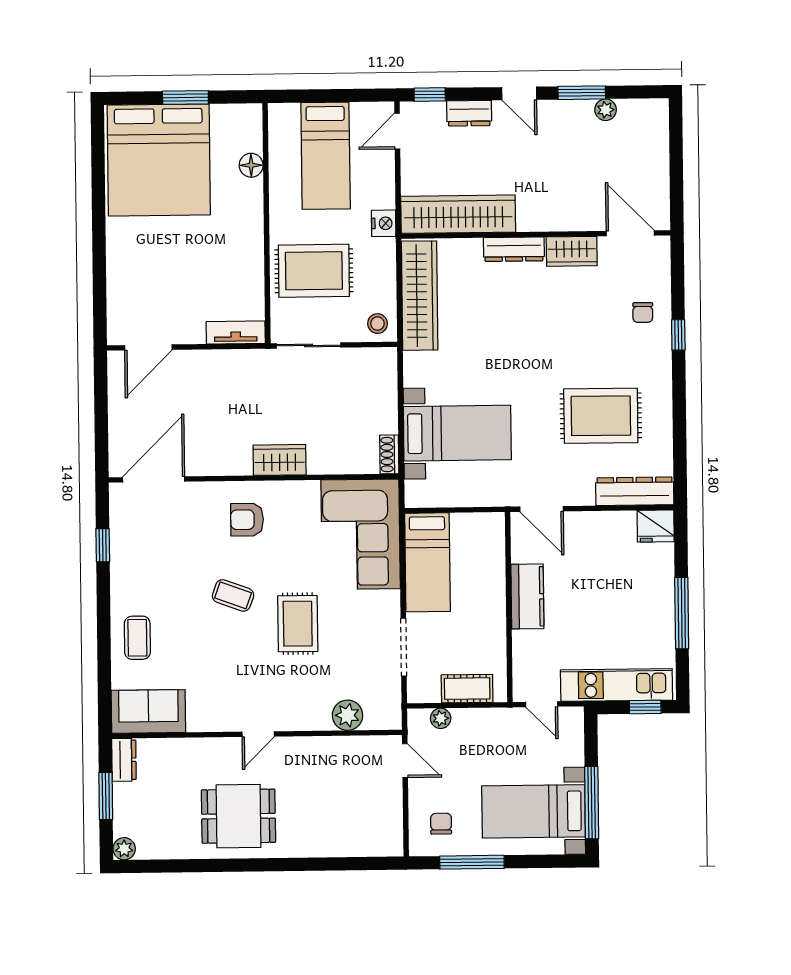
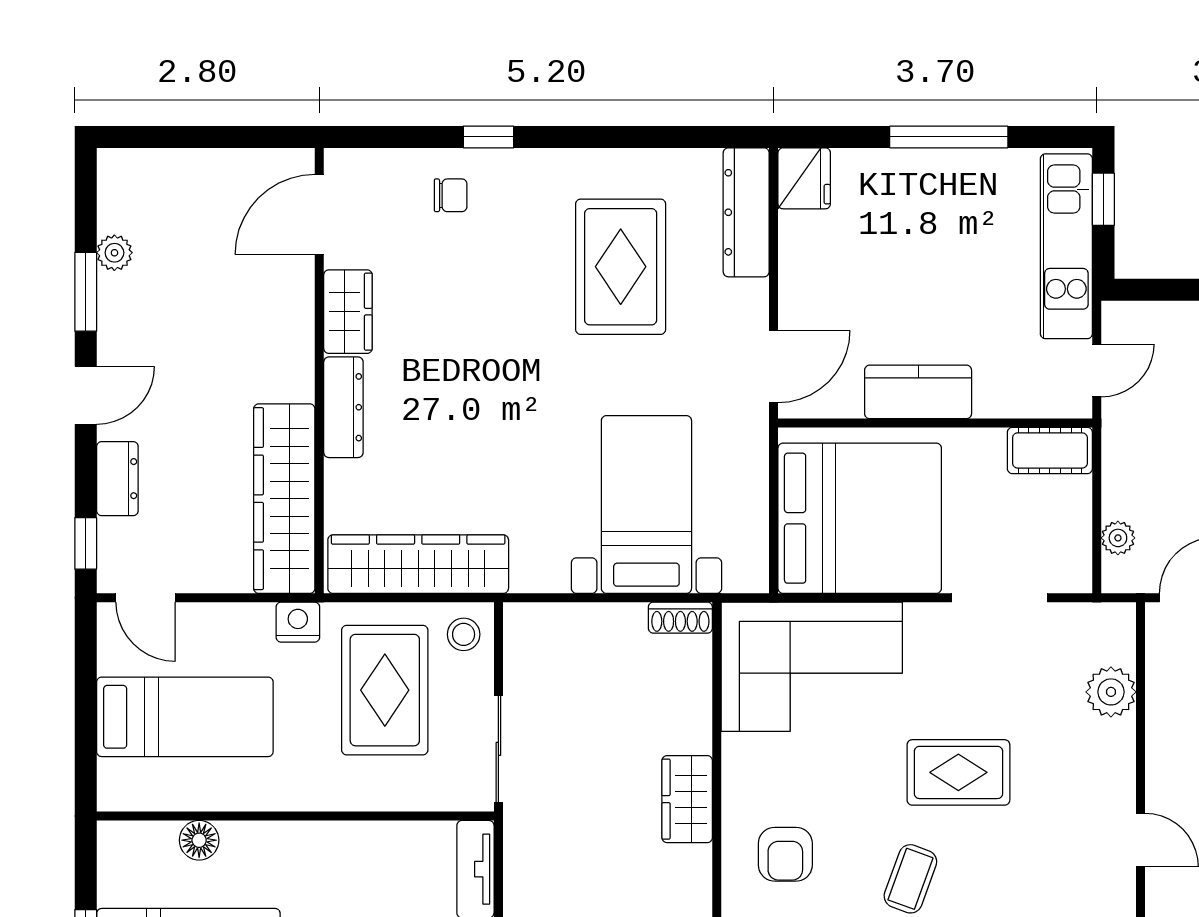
rug: (314, 271) -> (385, 690), moved
bed: (427, 562) -> (860, 518), width x2.04
cot: (467, 689) -> (1050, 450), moved, turned 90

